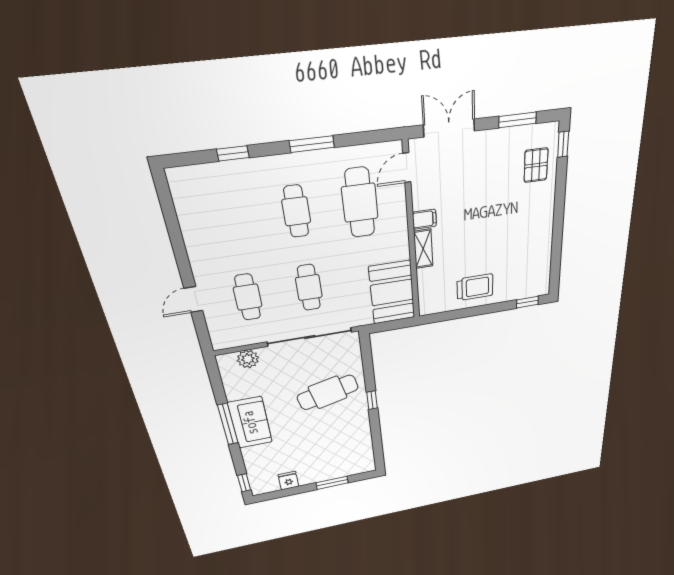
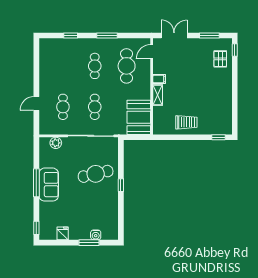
water cooler: (341, 472) -> (96, 235), added

